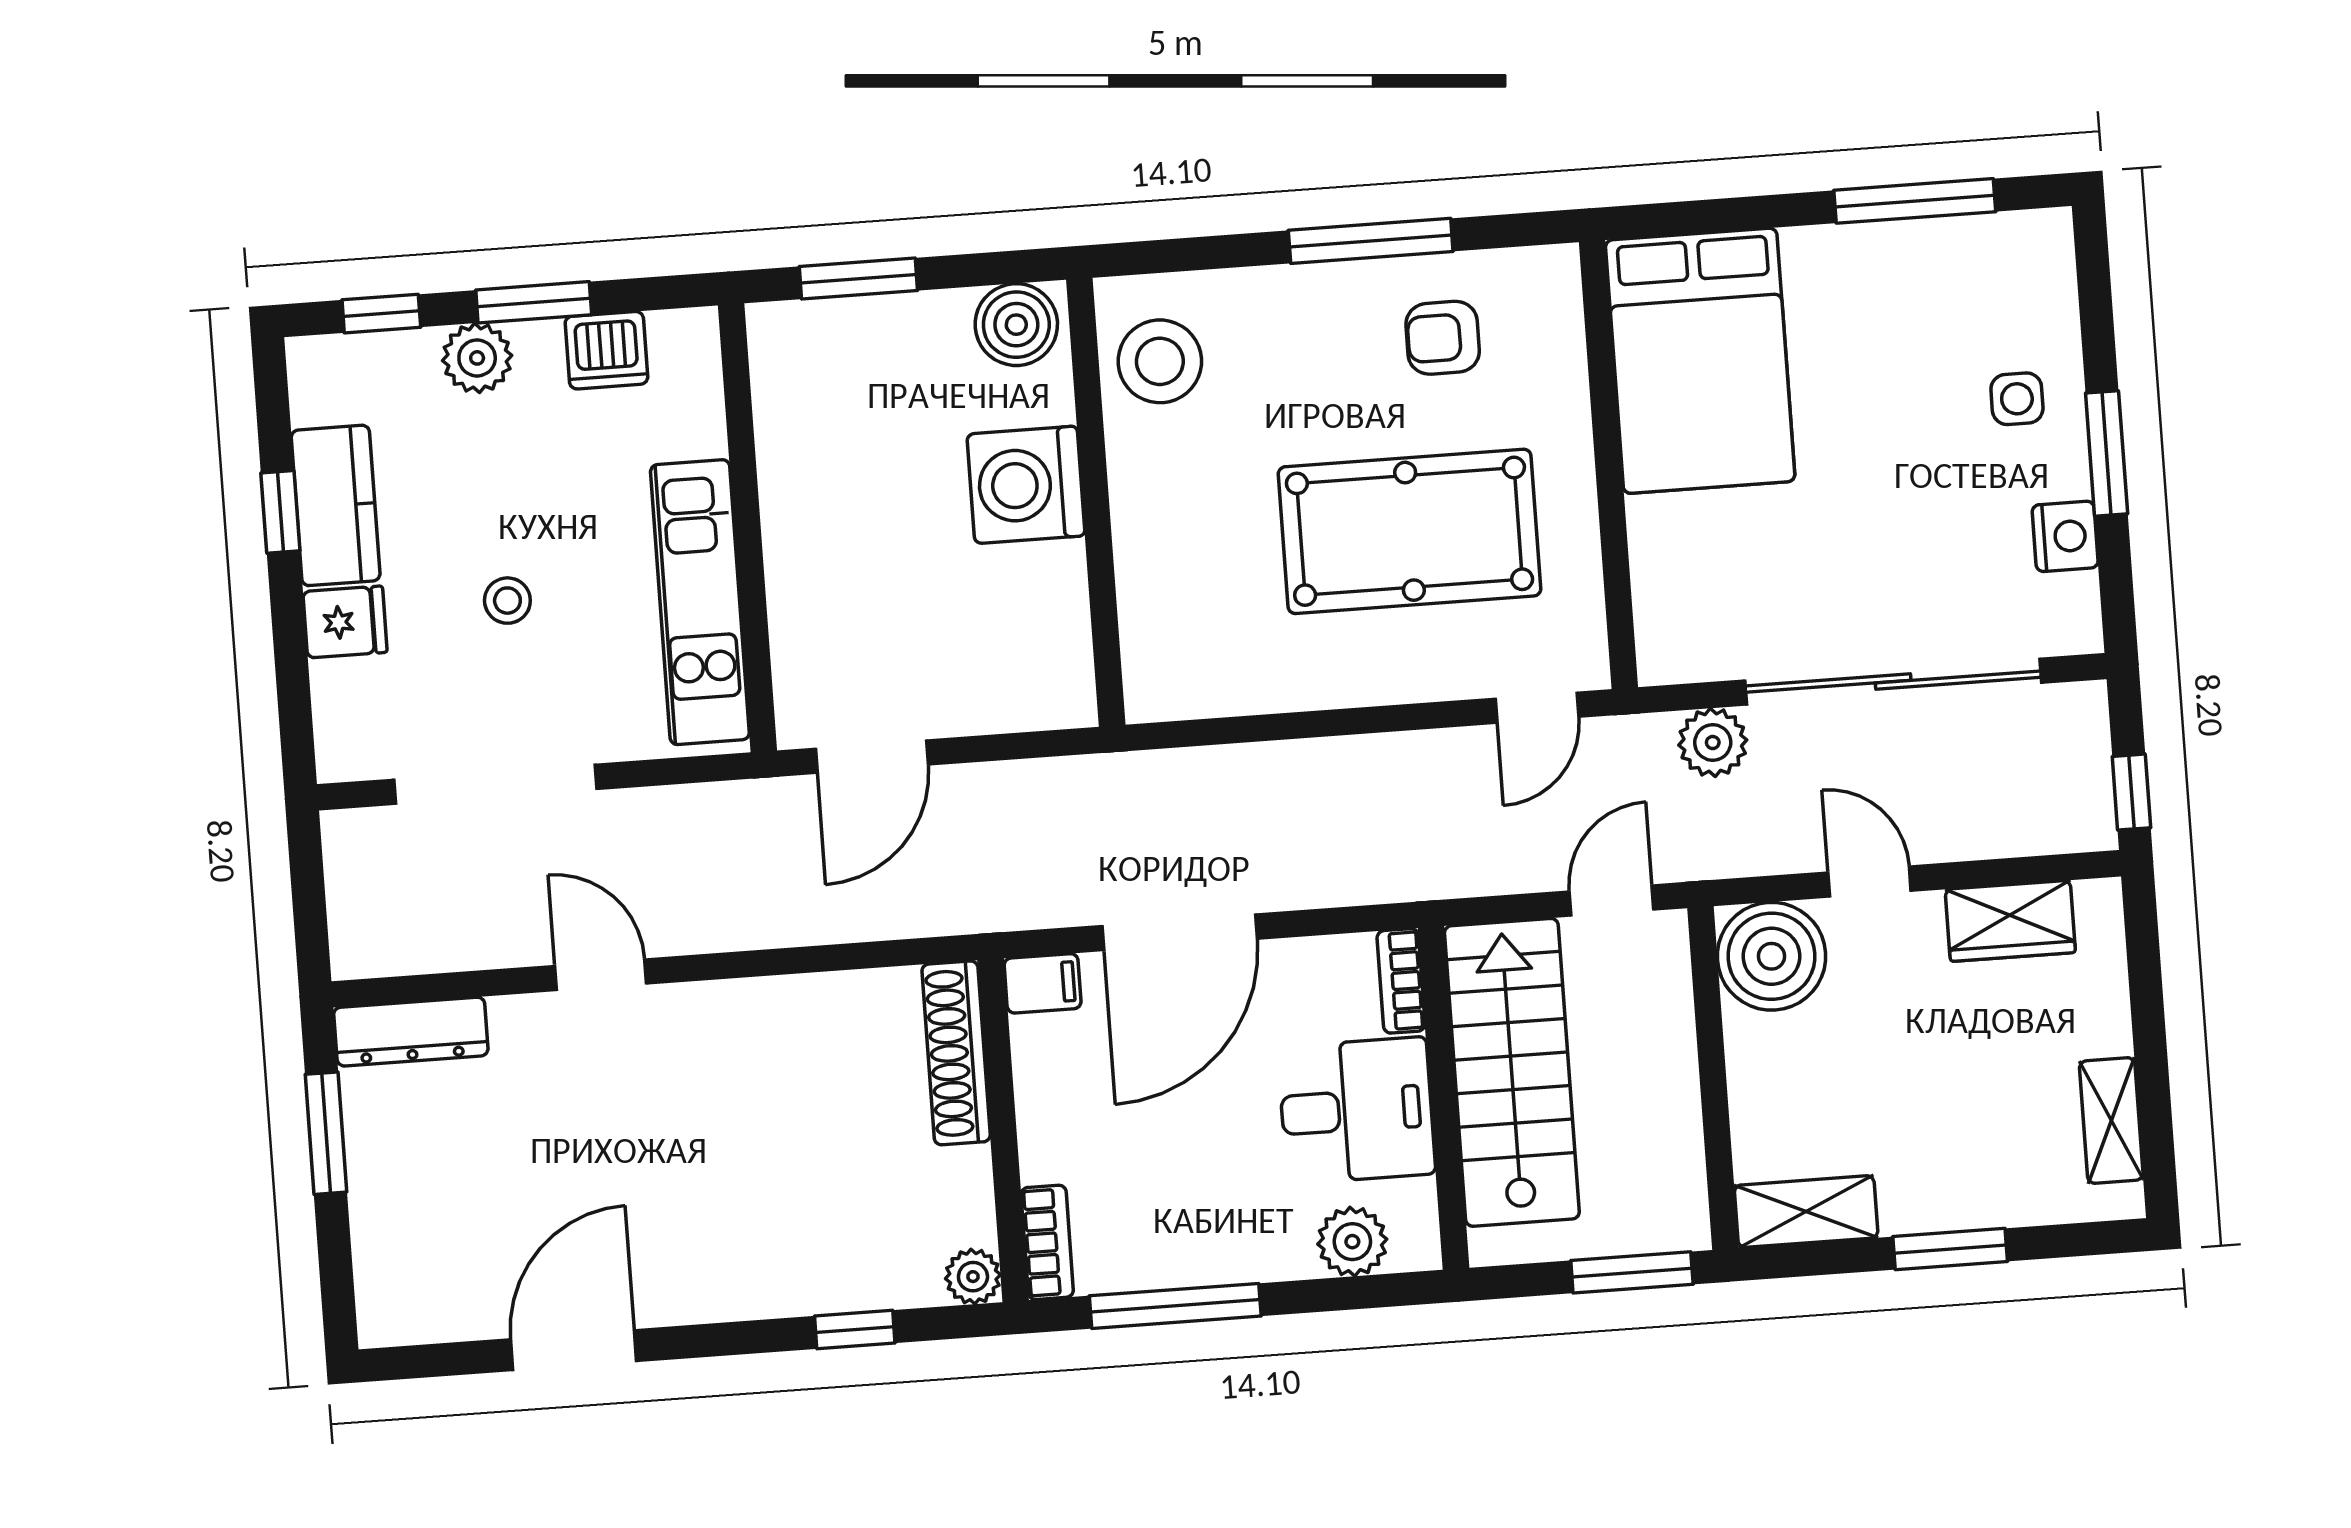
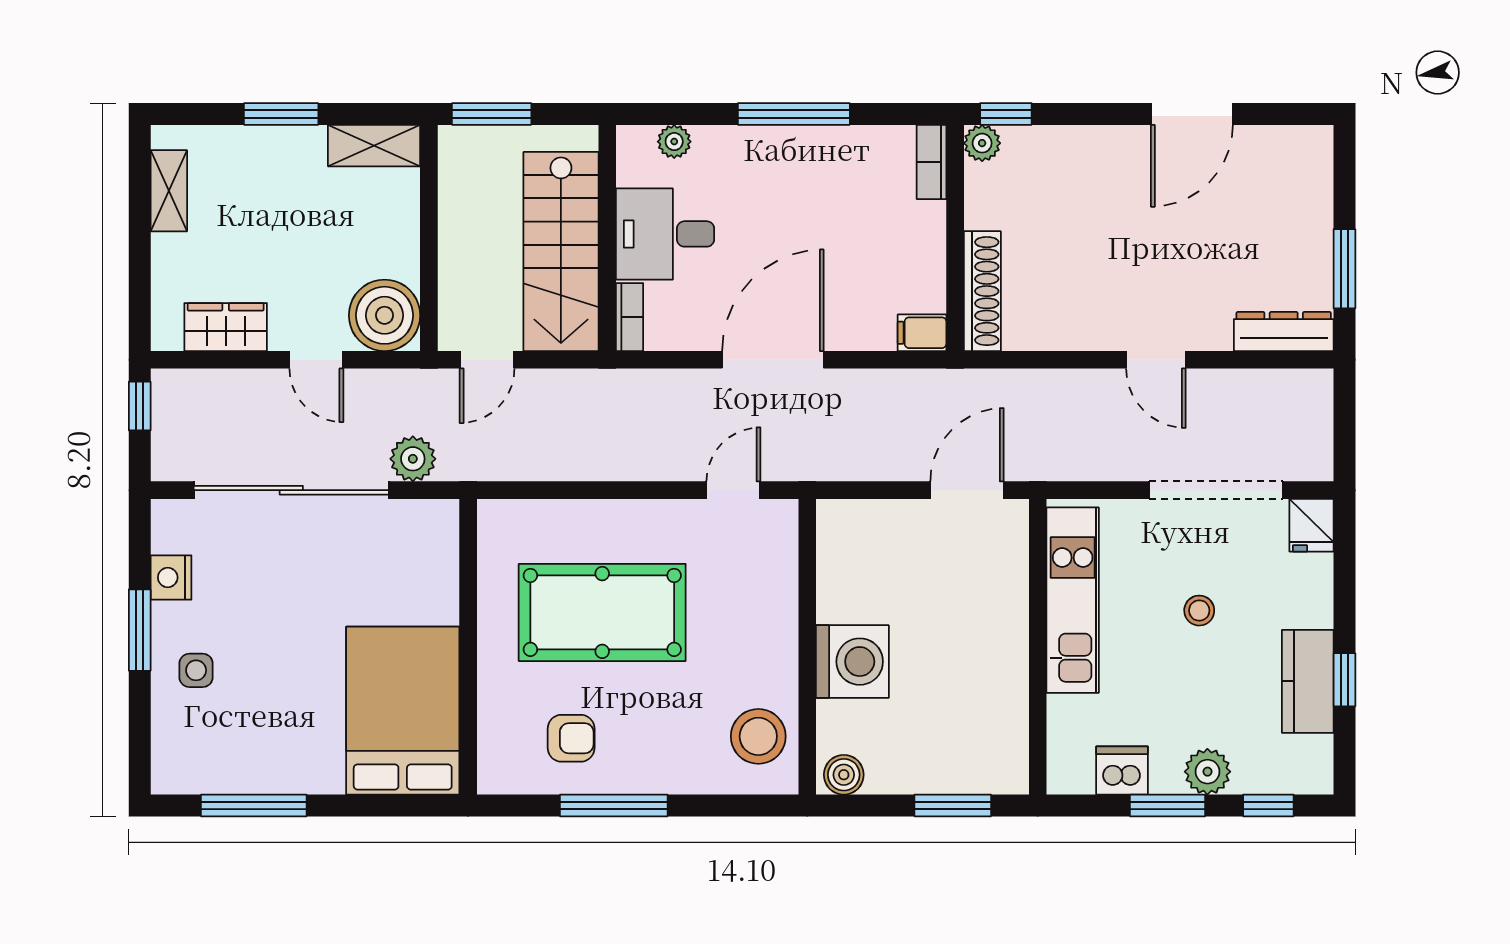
boiler: (1016, 325) -> (844, 775), width x0.73, depth x0.73
fridge: (345, 622) -> (1311, 525), moved, turned -90
door: (1537, 708) -> (733, 490), moved
filing cabinet: (1043, 983) -> (922, 333), moved
shoe rack: (956, 1053) -> (982, 291), moved
wall: (1003, 1130) -> (955, 238), moved
bookcase: (1047, 1242) -> (932, 162), moved
plant: (1352, 1242) -> (674, 142), width x0.73, depth x0.73
plant: (973, 1277) -> (982, 143), moved

